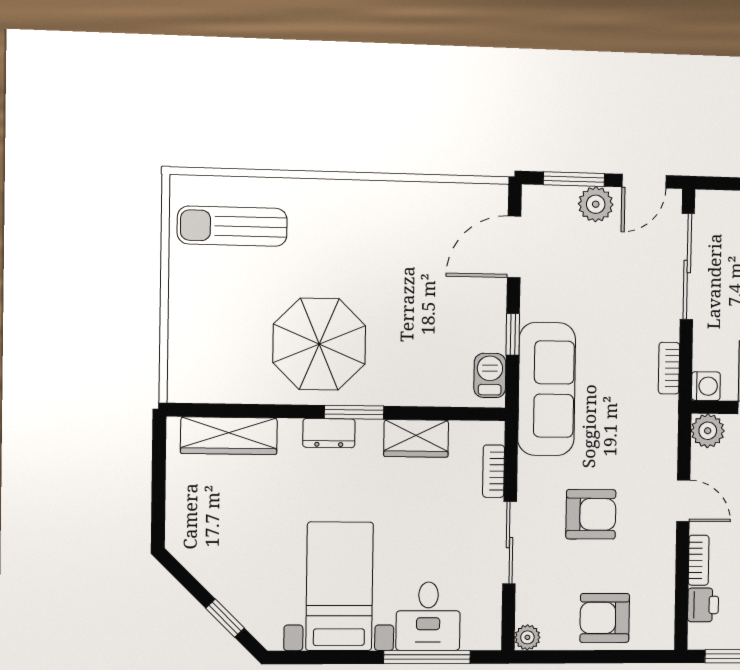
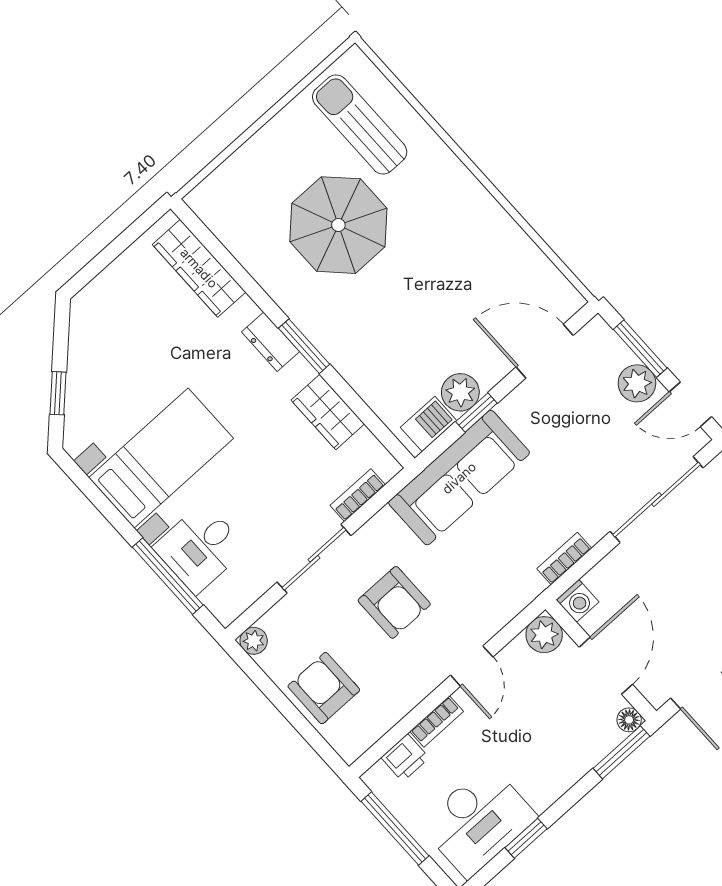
plant: (488, 333) -> (460, 392), added
parasol: (319, 344) -> (338, 225), moved

